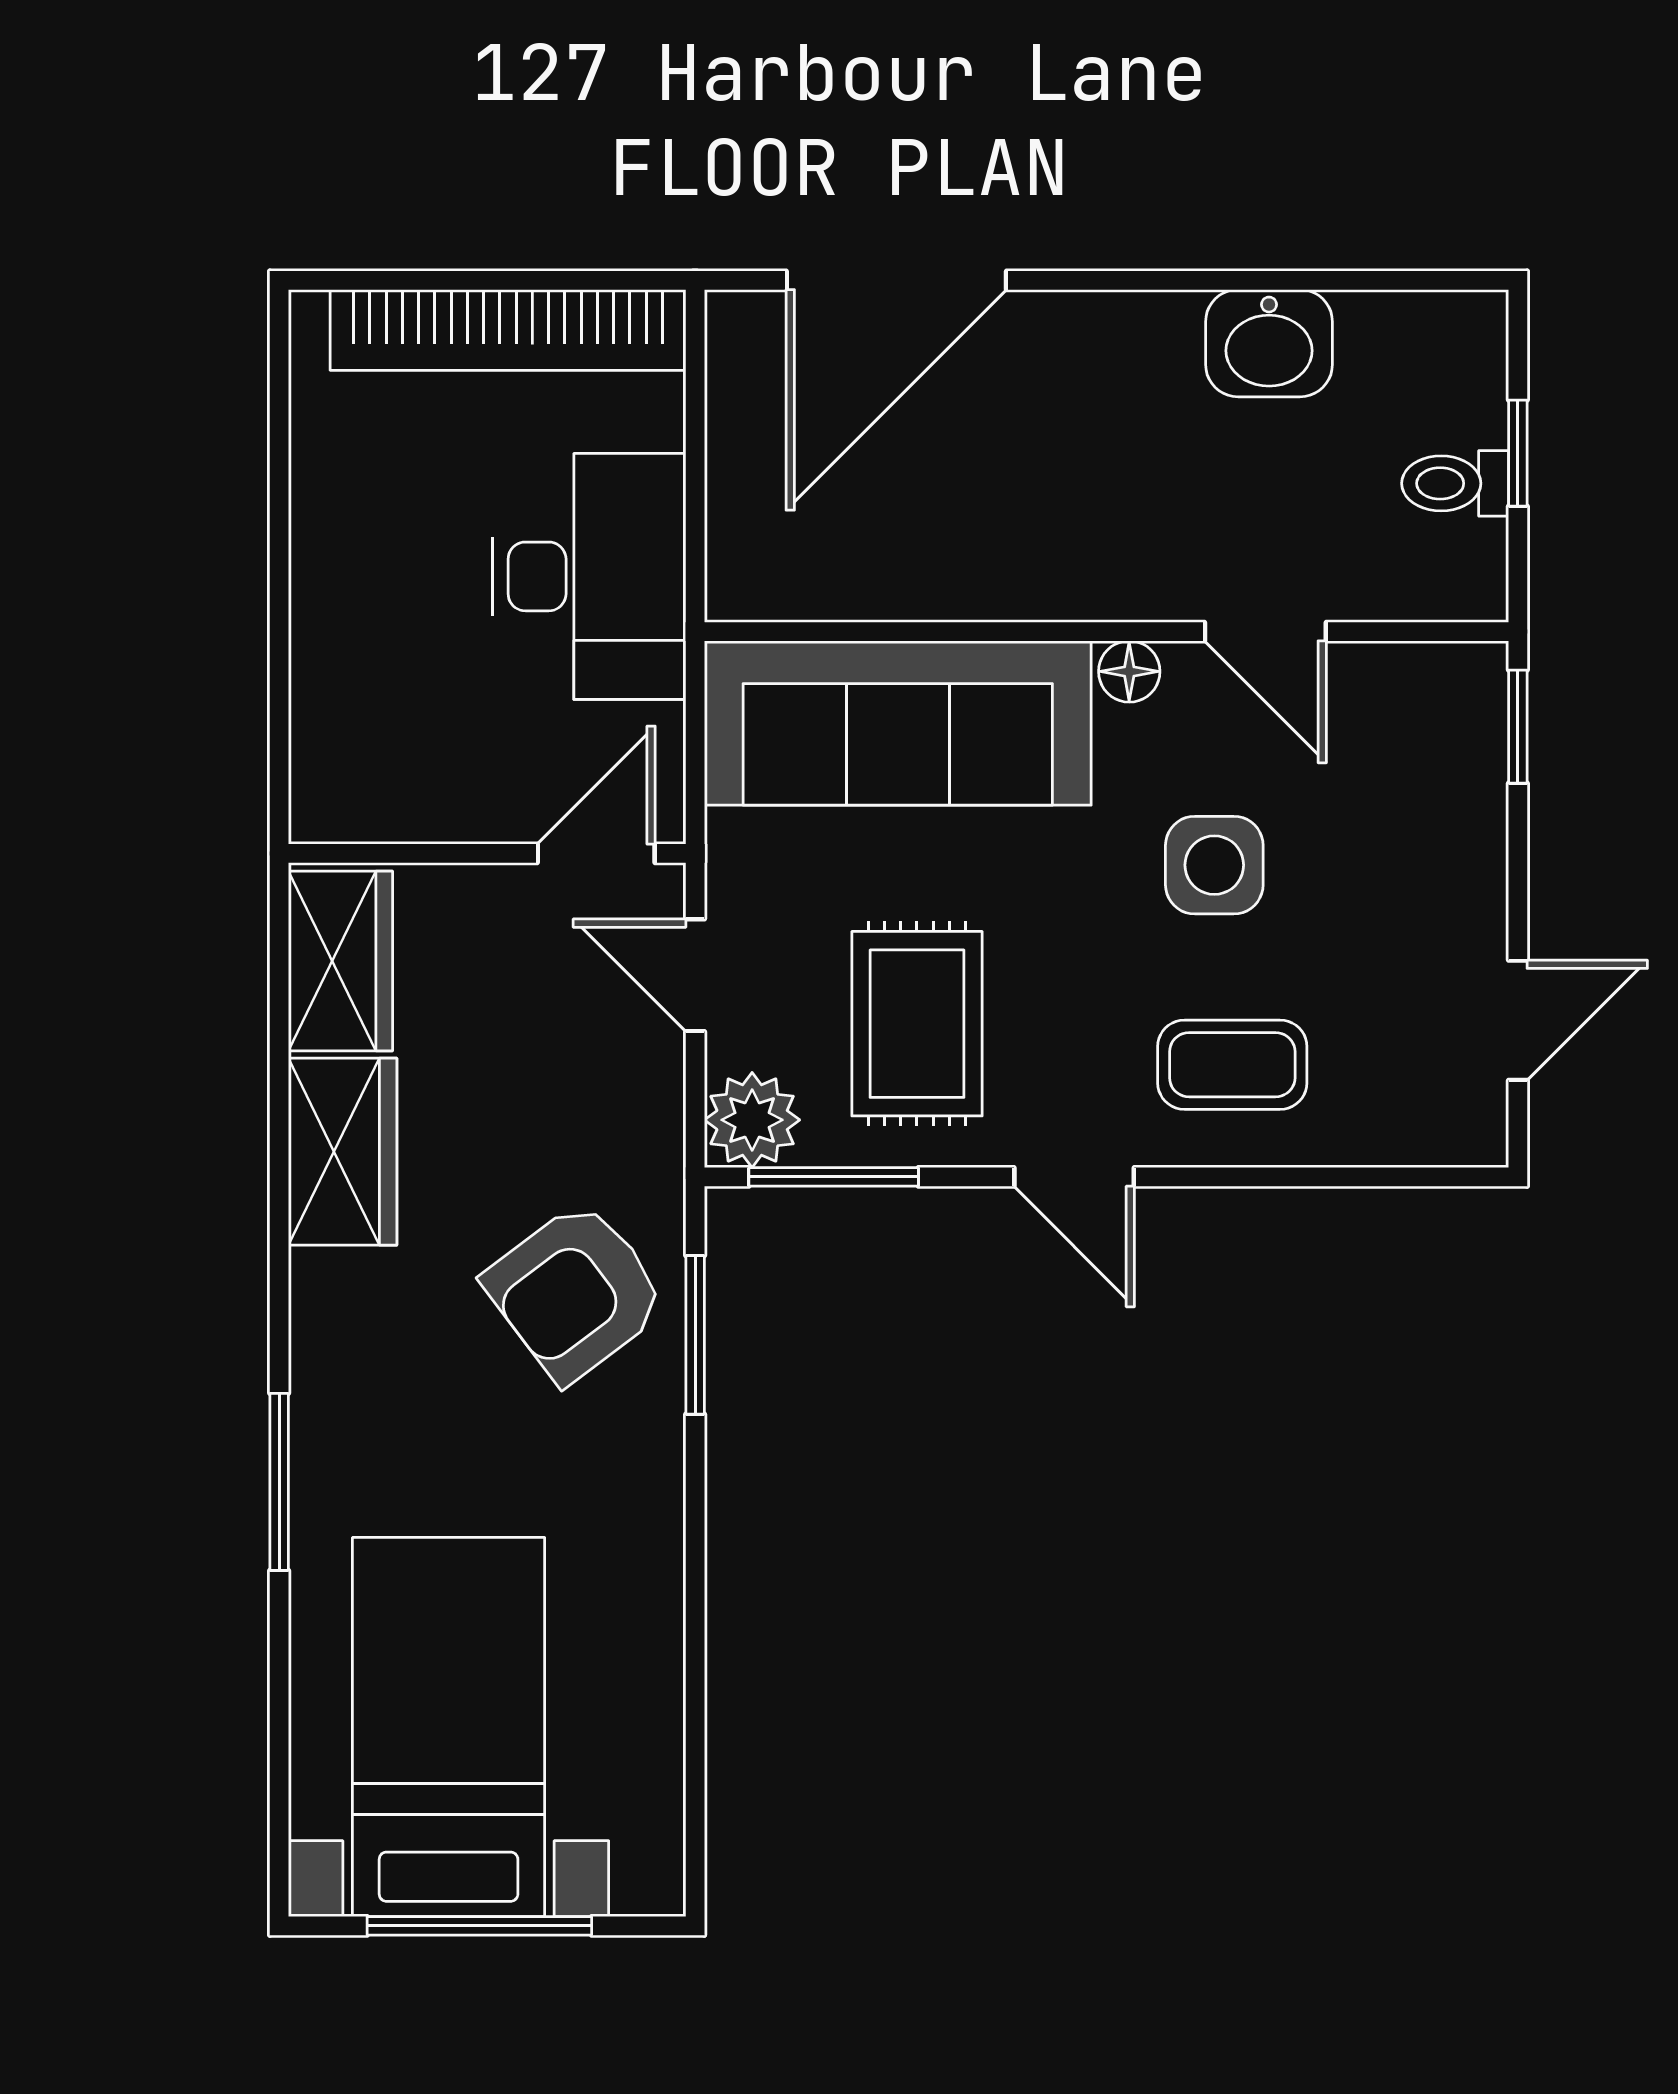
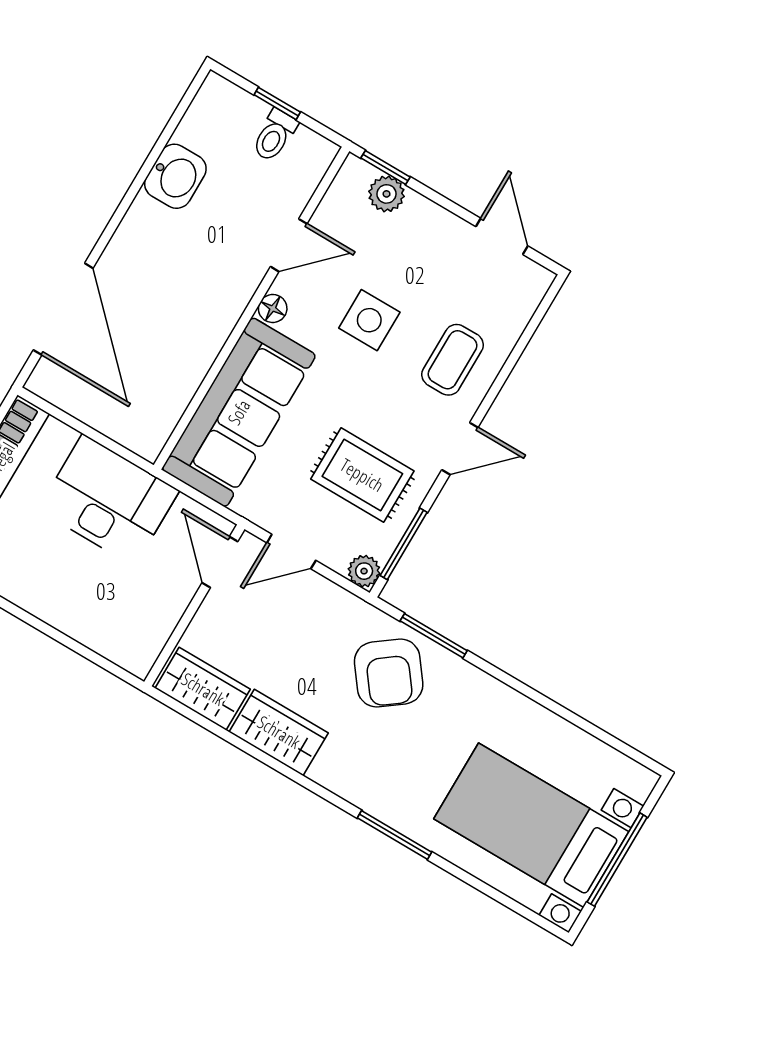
plant: (1469, 758) -> (387, 194), added
plant: (752, 1120) -> (364, 571), width x0.73, depth x0.73

